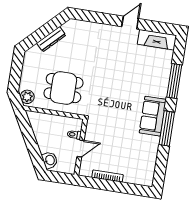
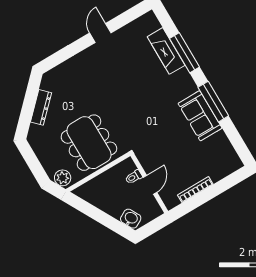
fireplace: (157, 40) -> (166, 51), moved, turned 90
dining table: (63, 88) -> (89, 143), width x1.38
sofa: (153, 116) -> (200, 116), moved

